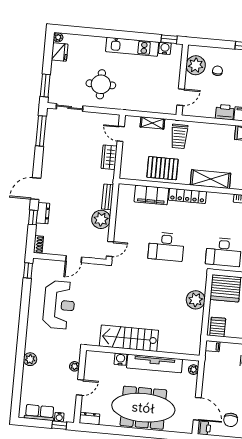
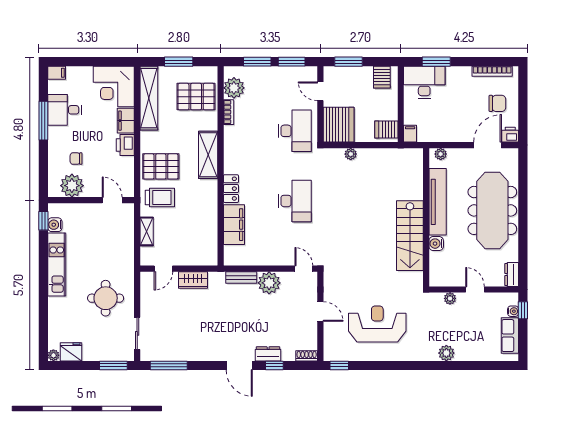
pallet: (162, 168) -> (161, 166), moved, turned 90
locker: (187, 196) -> (231, 189), width x0.66
plant: (196, 300) -> (351, 154), width x0.53, depth x0.53

